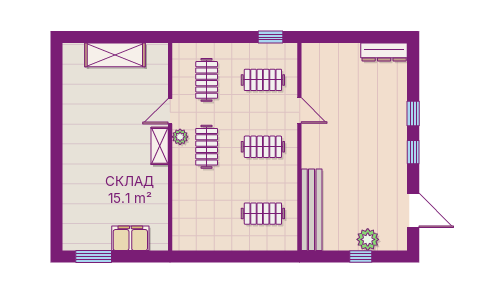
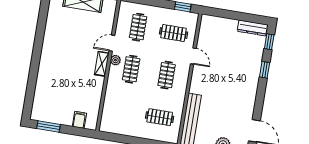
clothes rail: (263, 147) -> (167, 75), turned 90
window: (413, 152) -> (269, 42), moved
filing cabinet: (130, 238) -> (79, 120), width x0.50

